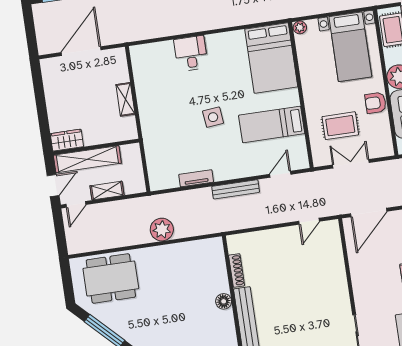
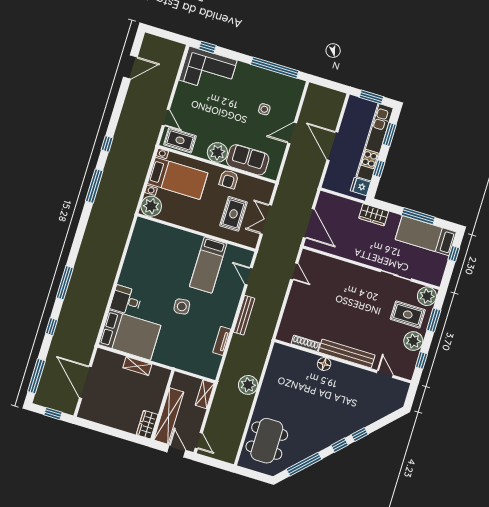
plant: (300, 27) -> (151, 206), width x1.88, depth x1.88
window: (30, 32) -> (53, 414), added
bed: (271, 58) -> (130, 335), moved
shelving: (107, 191) -> (205, 394), moved

